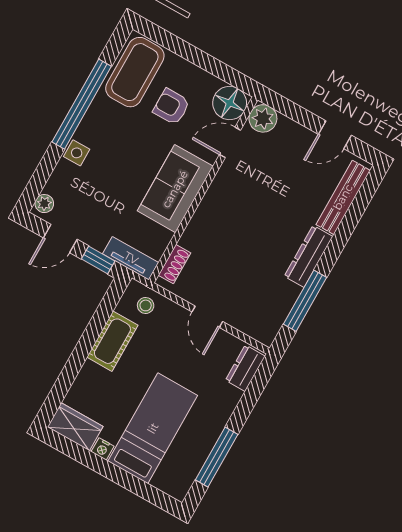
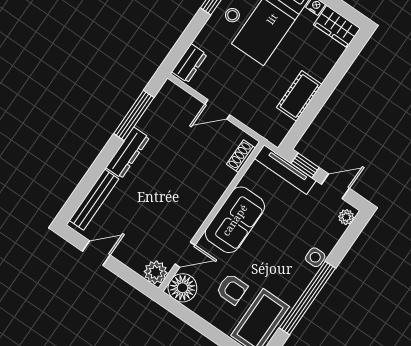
tv unit: (131, 258) -> (285, 170), width x1.41
stool: (146, 305) -> (232, 15), moved
door: (207, 317) -> (217, 109), swing flipped

